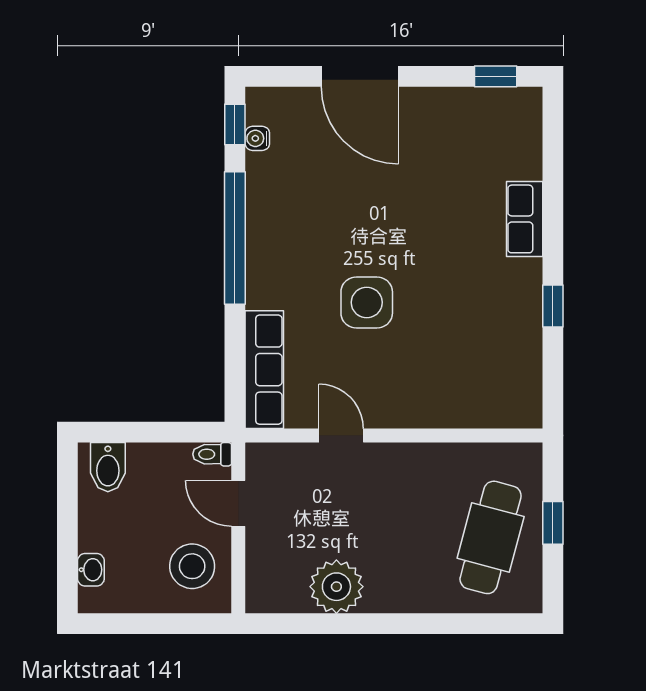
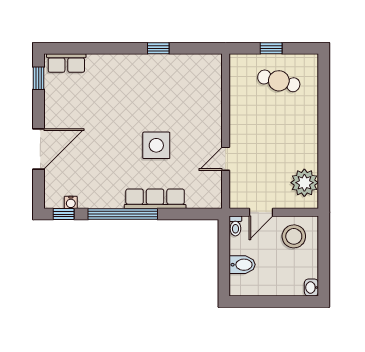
row of seats: (525, 219) -> (66, 63), moved
row of seats: (264, 370) -> (155, 199), moved
bidet: (108, 467) -> (242, 265), moved
cafe table: (491, 537) -> (279, 81), width x0.73, depth x0.74
washbasin: (91, 570) -> (311, 287), moved, turned -90
plant: (336, 587) -> (304, 183), moved

